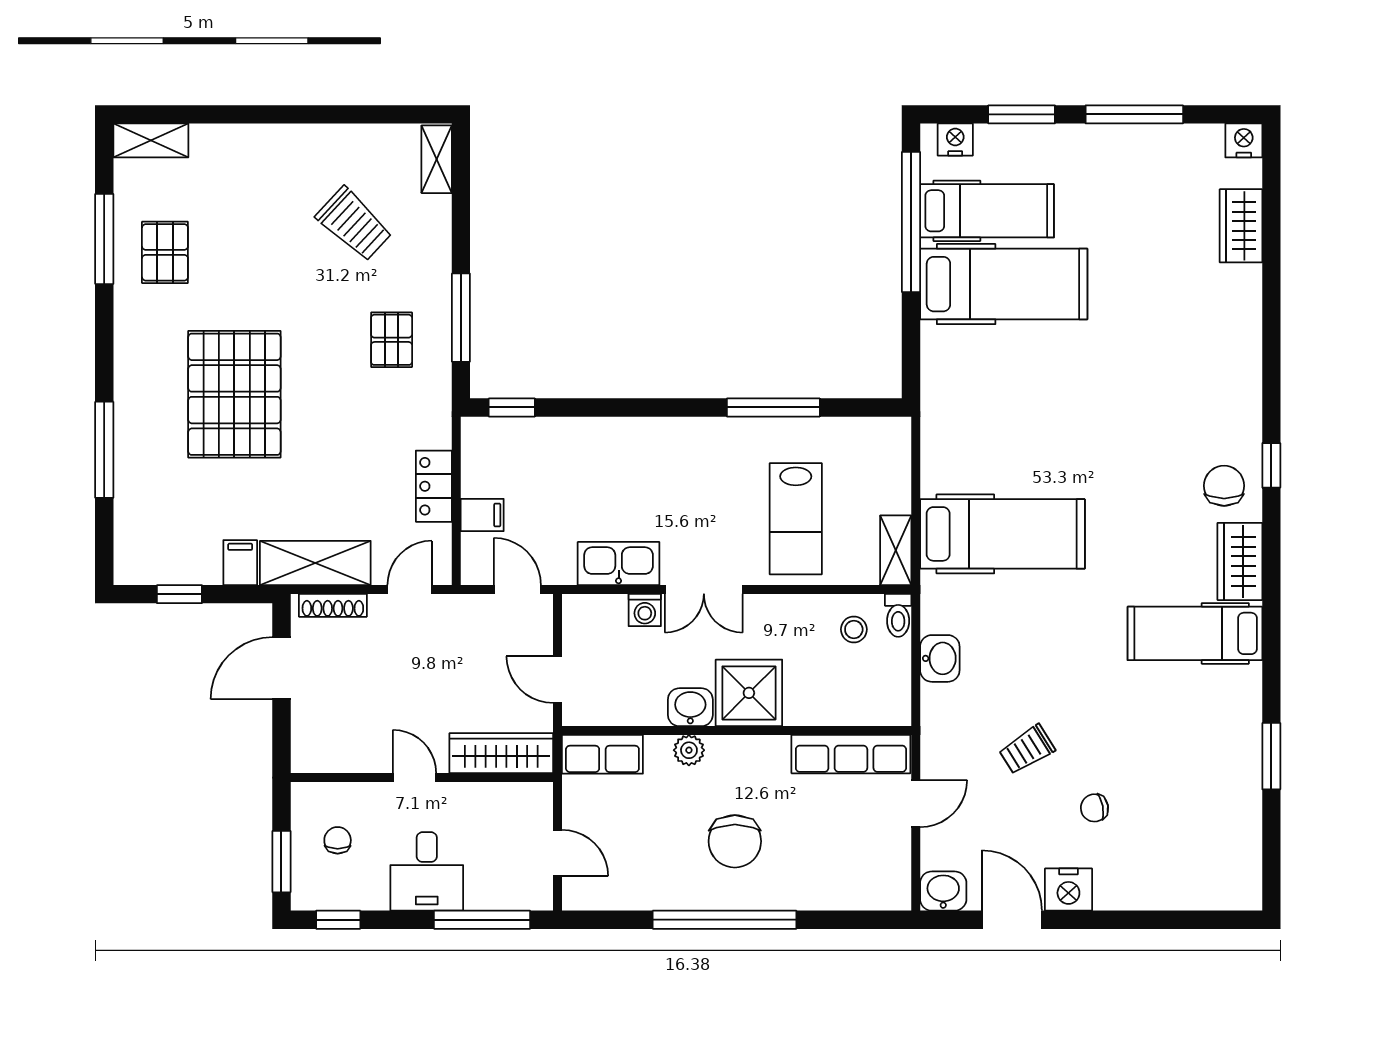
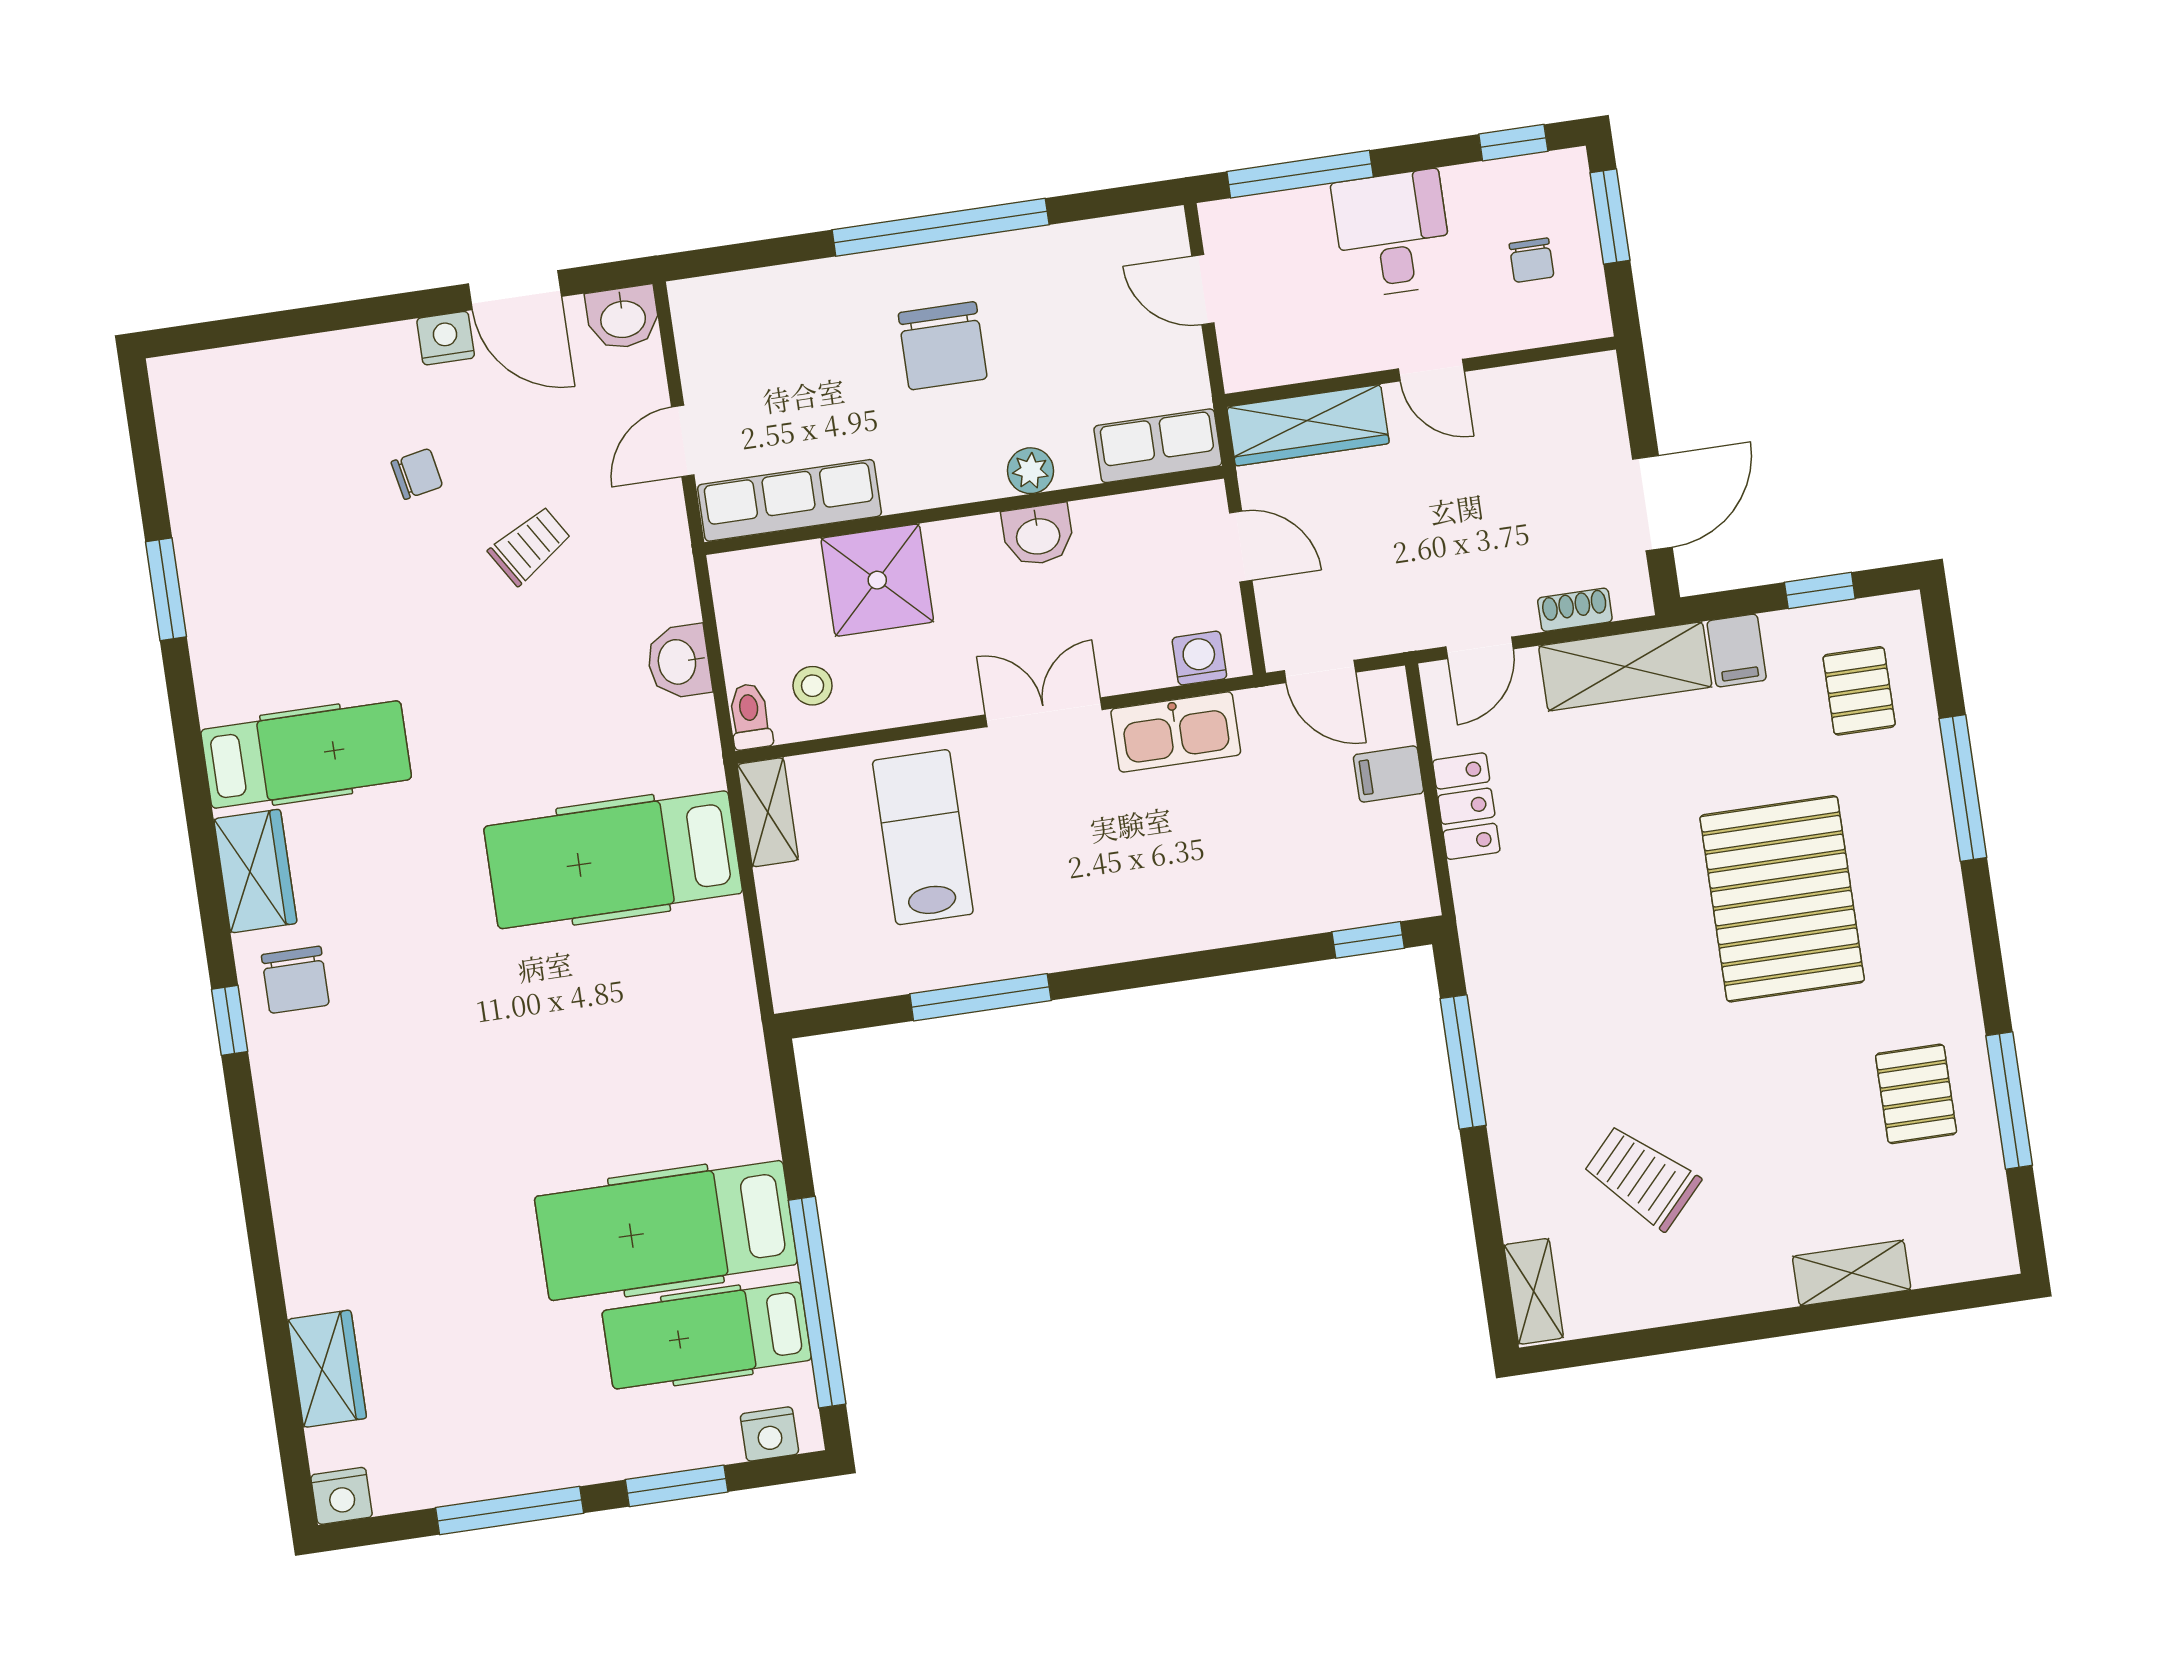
shelving: (151, 140) -> (1852, 1273), moved
pallet: (392, 340) -> (1859, 691), moved
shoe rack: (333, 605) -> (1575, 610), width x0.70
washing machine: (645, 610) -> (1199, 658), moved
shower: (749, 693) -> (877, 580), moved
chair: (735, 841) -> (943, 346), turned 180
nightstand: (1068, 890) -> (446, 338), width x0.74, depth x0.75

